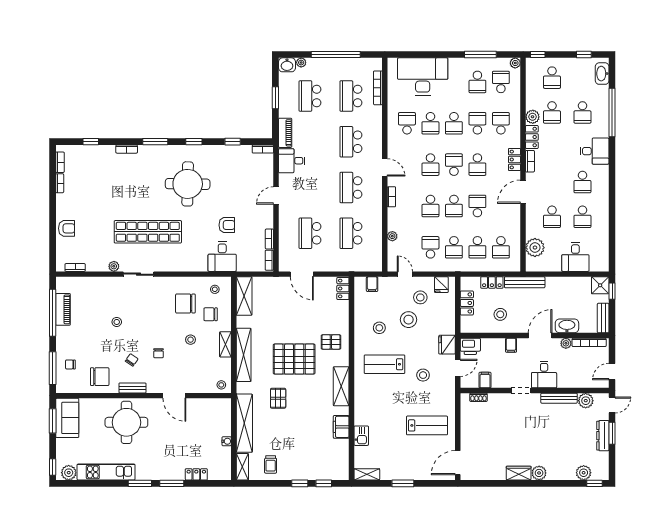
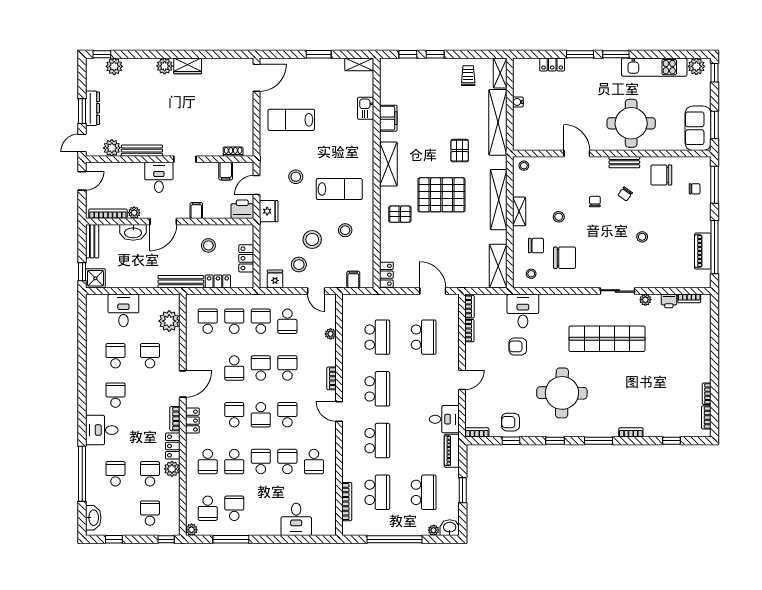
desk: (423, 76) -> (296, 519), width x0.53, depth x0.77
armchair: (67, 228) -> (510, 422), moved
printer: (93, 265) -> (669, 301), added

